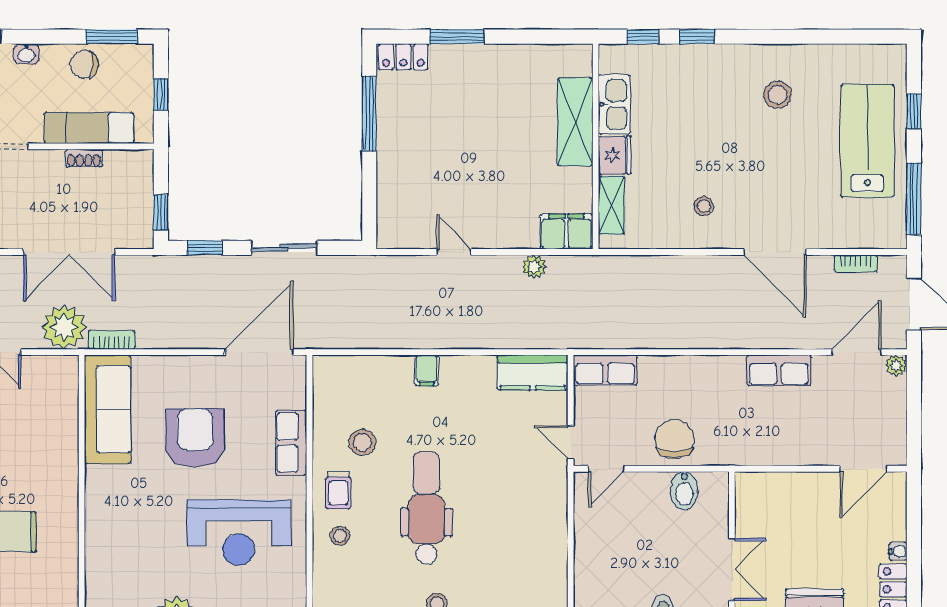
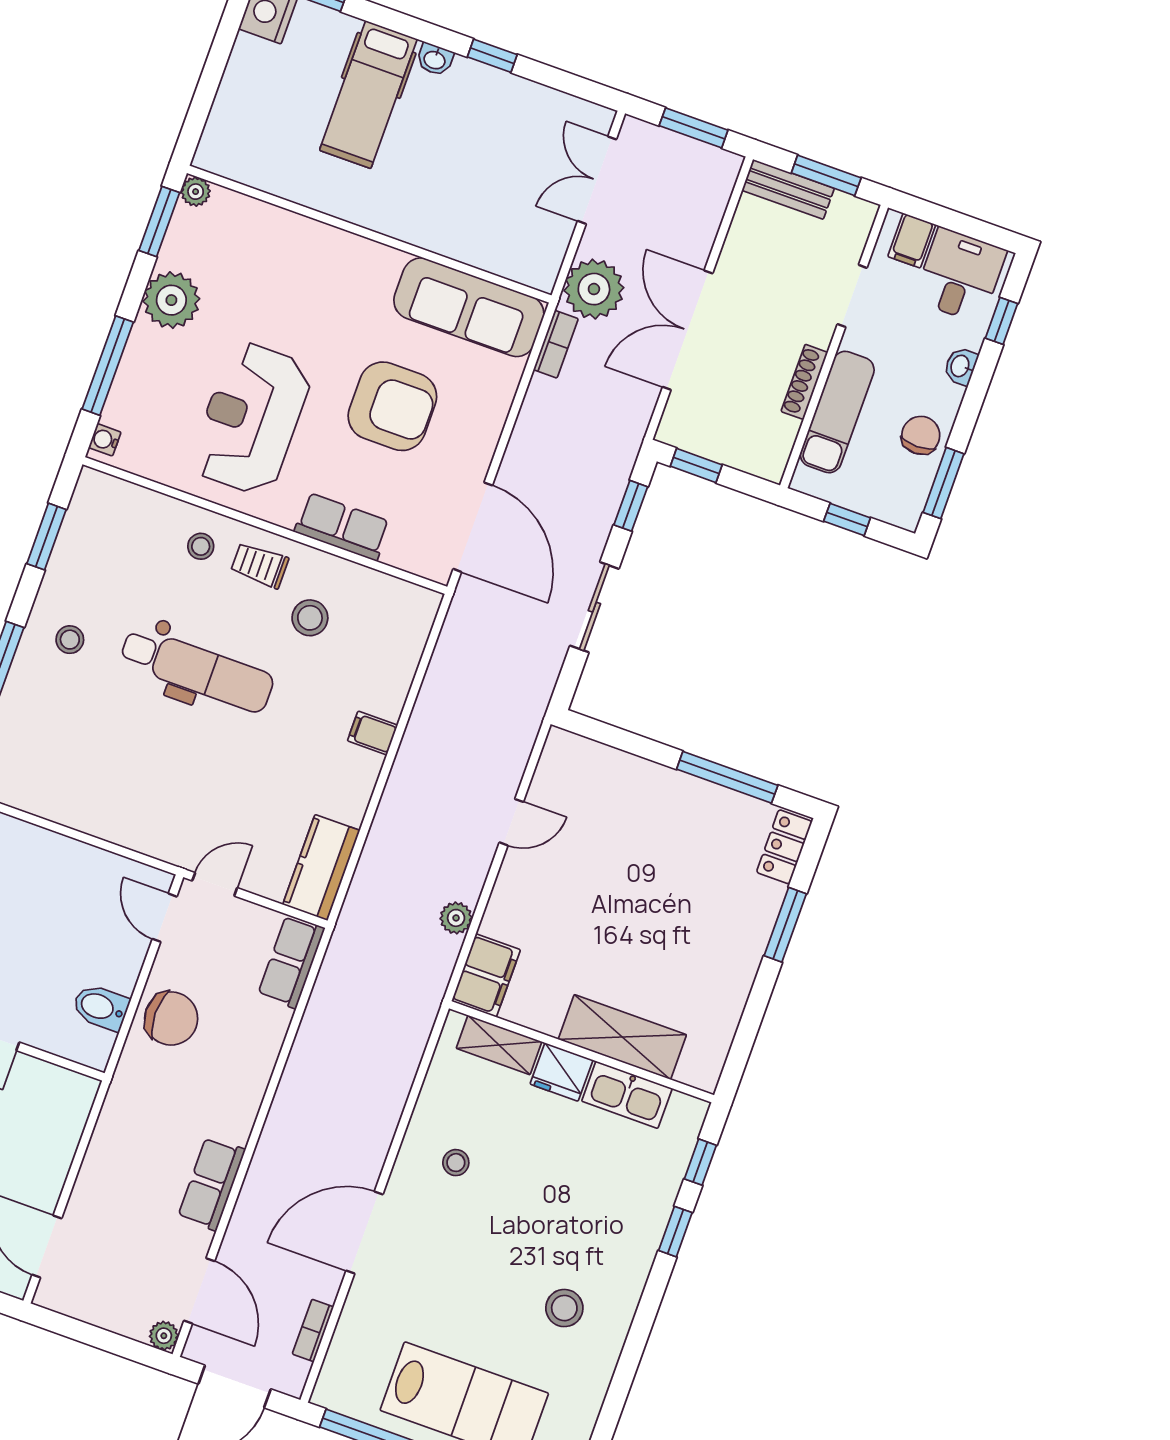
shoe rack: (84, 158) -> (804, 382), width x1.43

